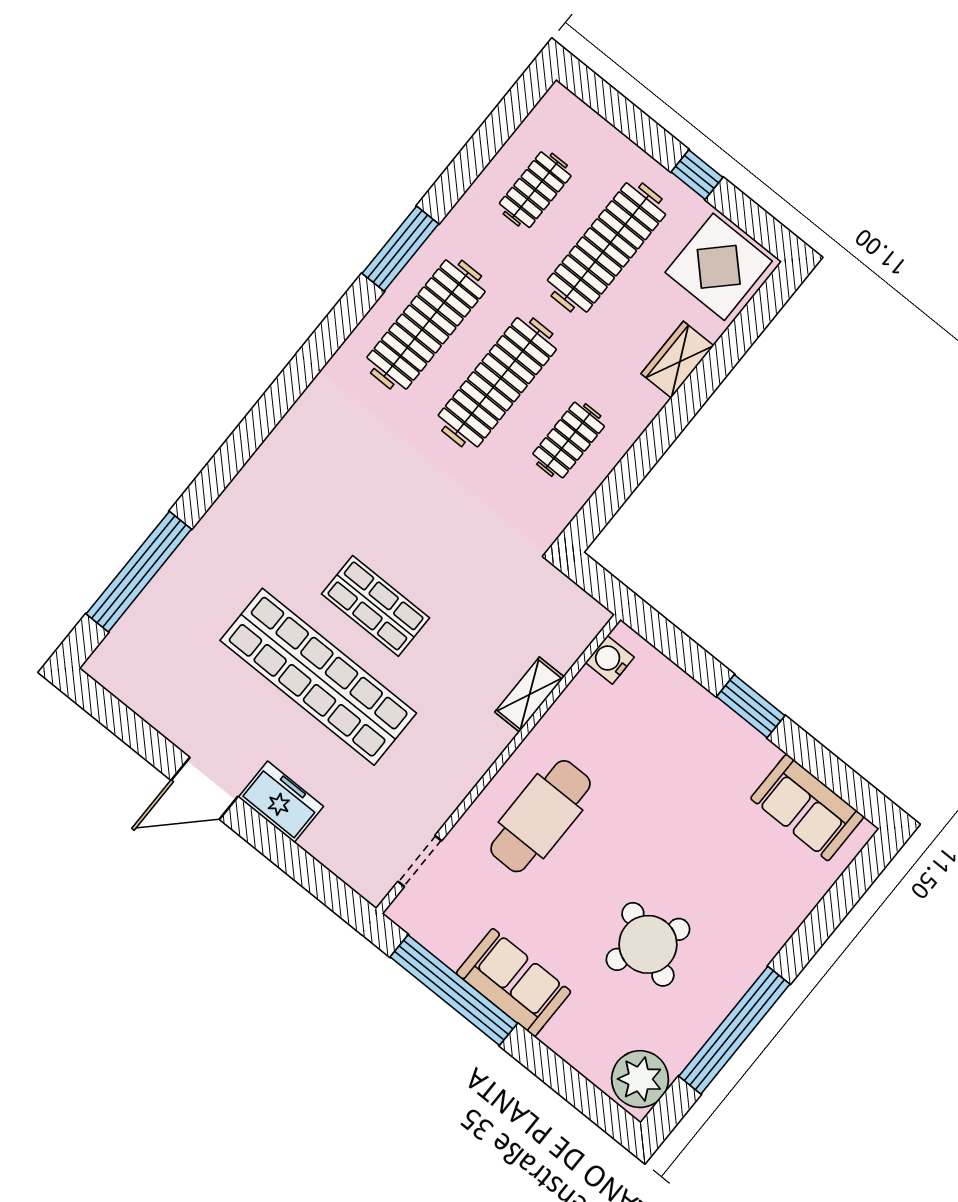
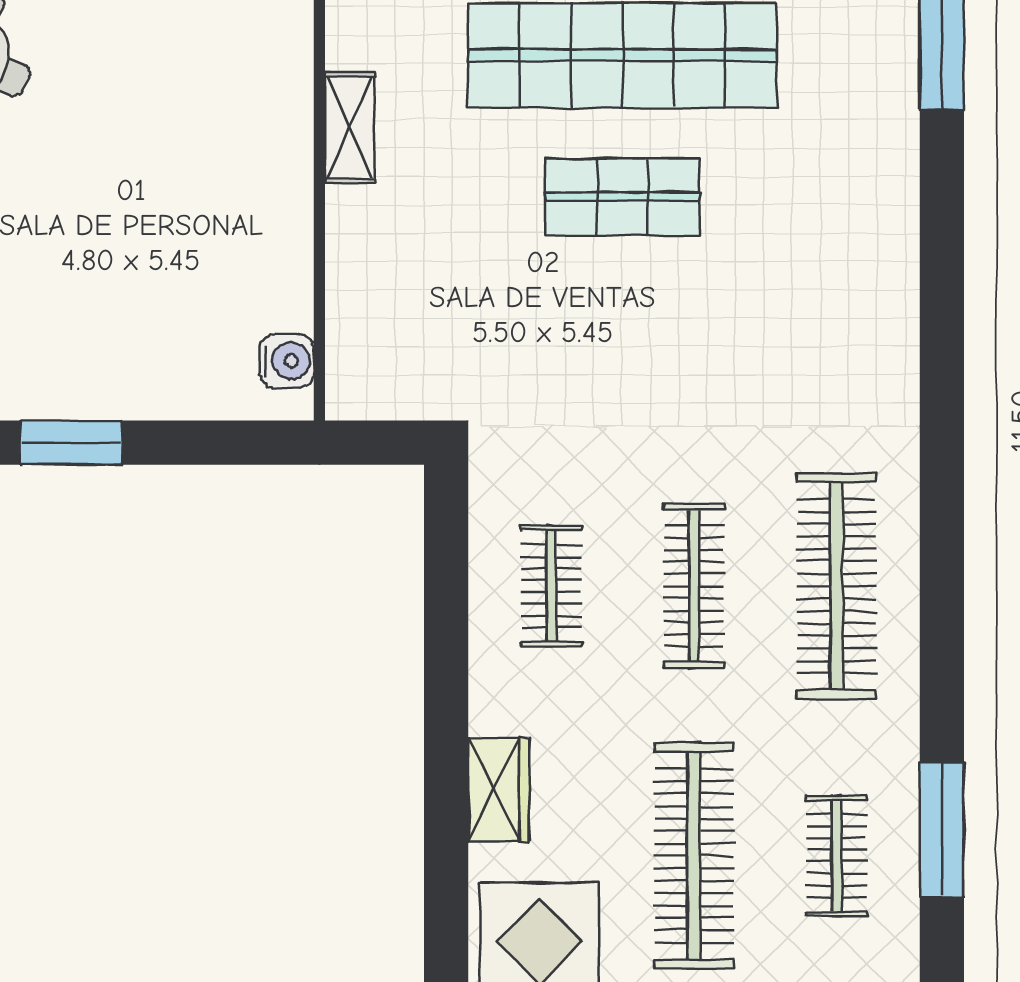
window: (400, 249) -> (942, 830), moved
clothes rail: (497, 382) -> (694, 586), width x0.73, depth x0.76
shelving: (529, 695) -> (350, 128), moved
cafe table: (540, 816) -> (218, 104), removed

